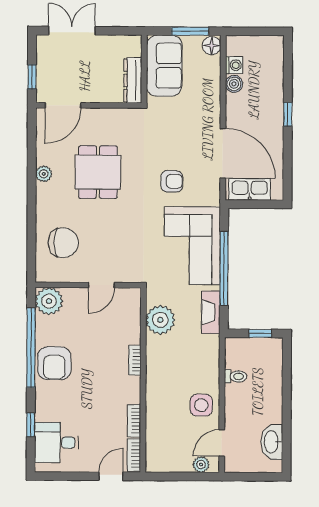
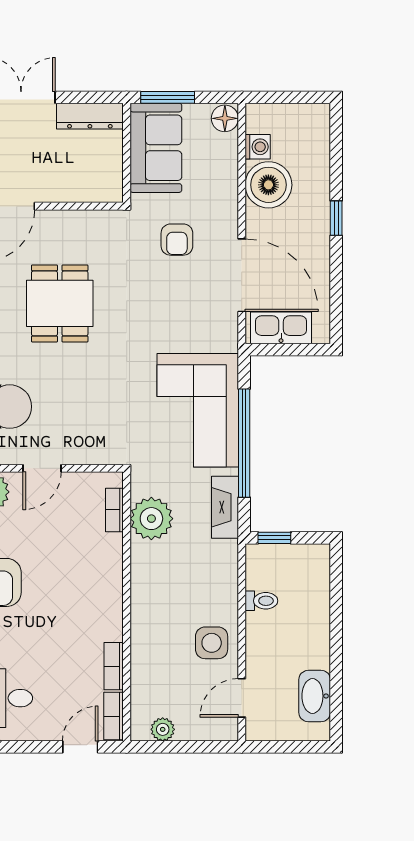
window: (190, 31) -> (168, 97), moved
dresser: (133, 80) -> (90, 116), moved, turned -90
boiler: (234, 84) -> (268, 185), width x1.86, depth x1.86
armchair: (172, 181) -> (177, 240), moved, turned 90
door: (101, 285) -> (42, 468), moved
window: (260, 333) -> (274, 538), moved
bookcase: (135, 360) -> (114, 510), moved
plant: (201, 465) -> (163, 729), moved

